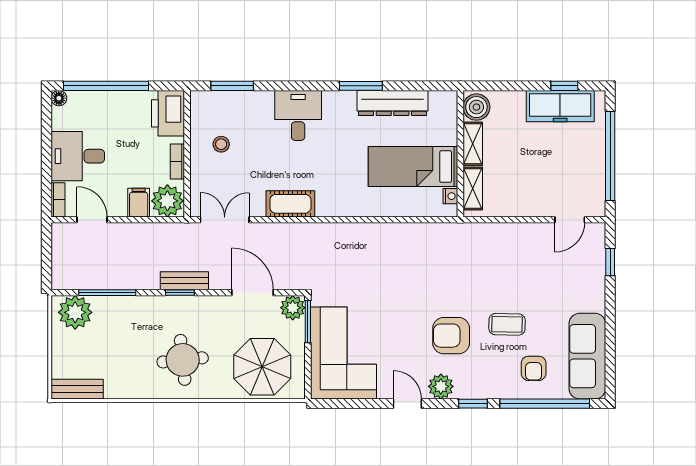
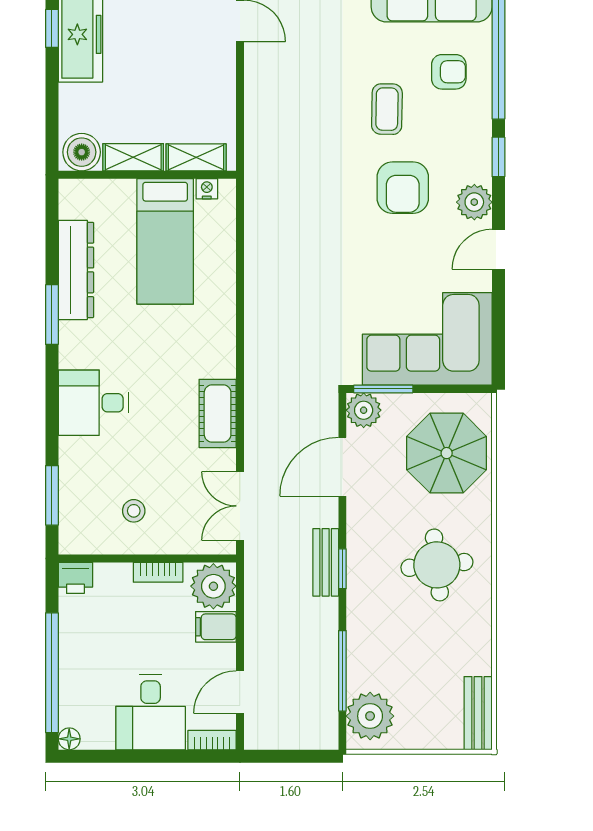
printer: (168, 113) -> (75, 578), width x0.53, depth x0.68

